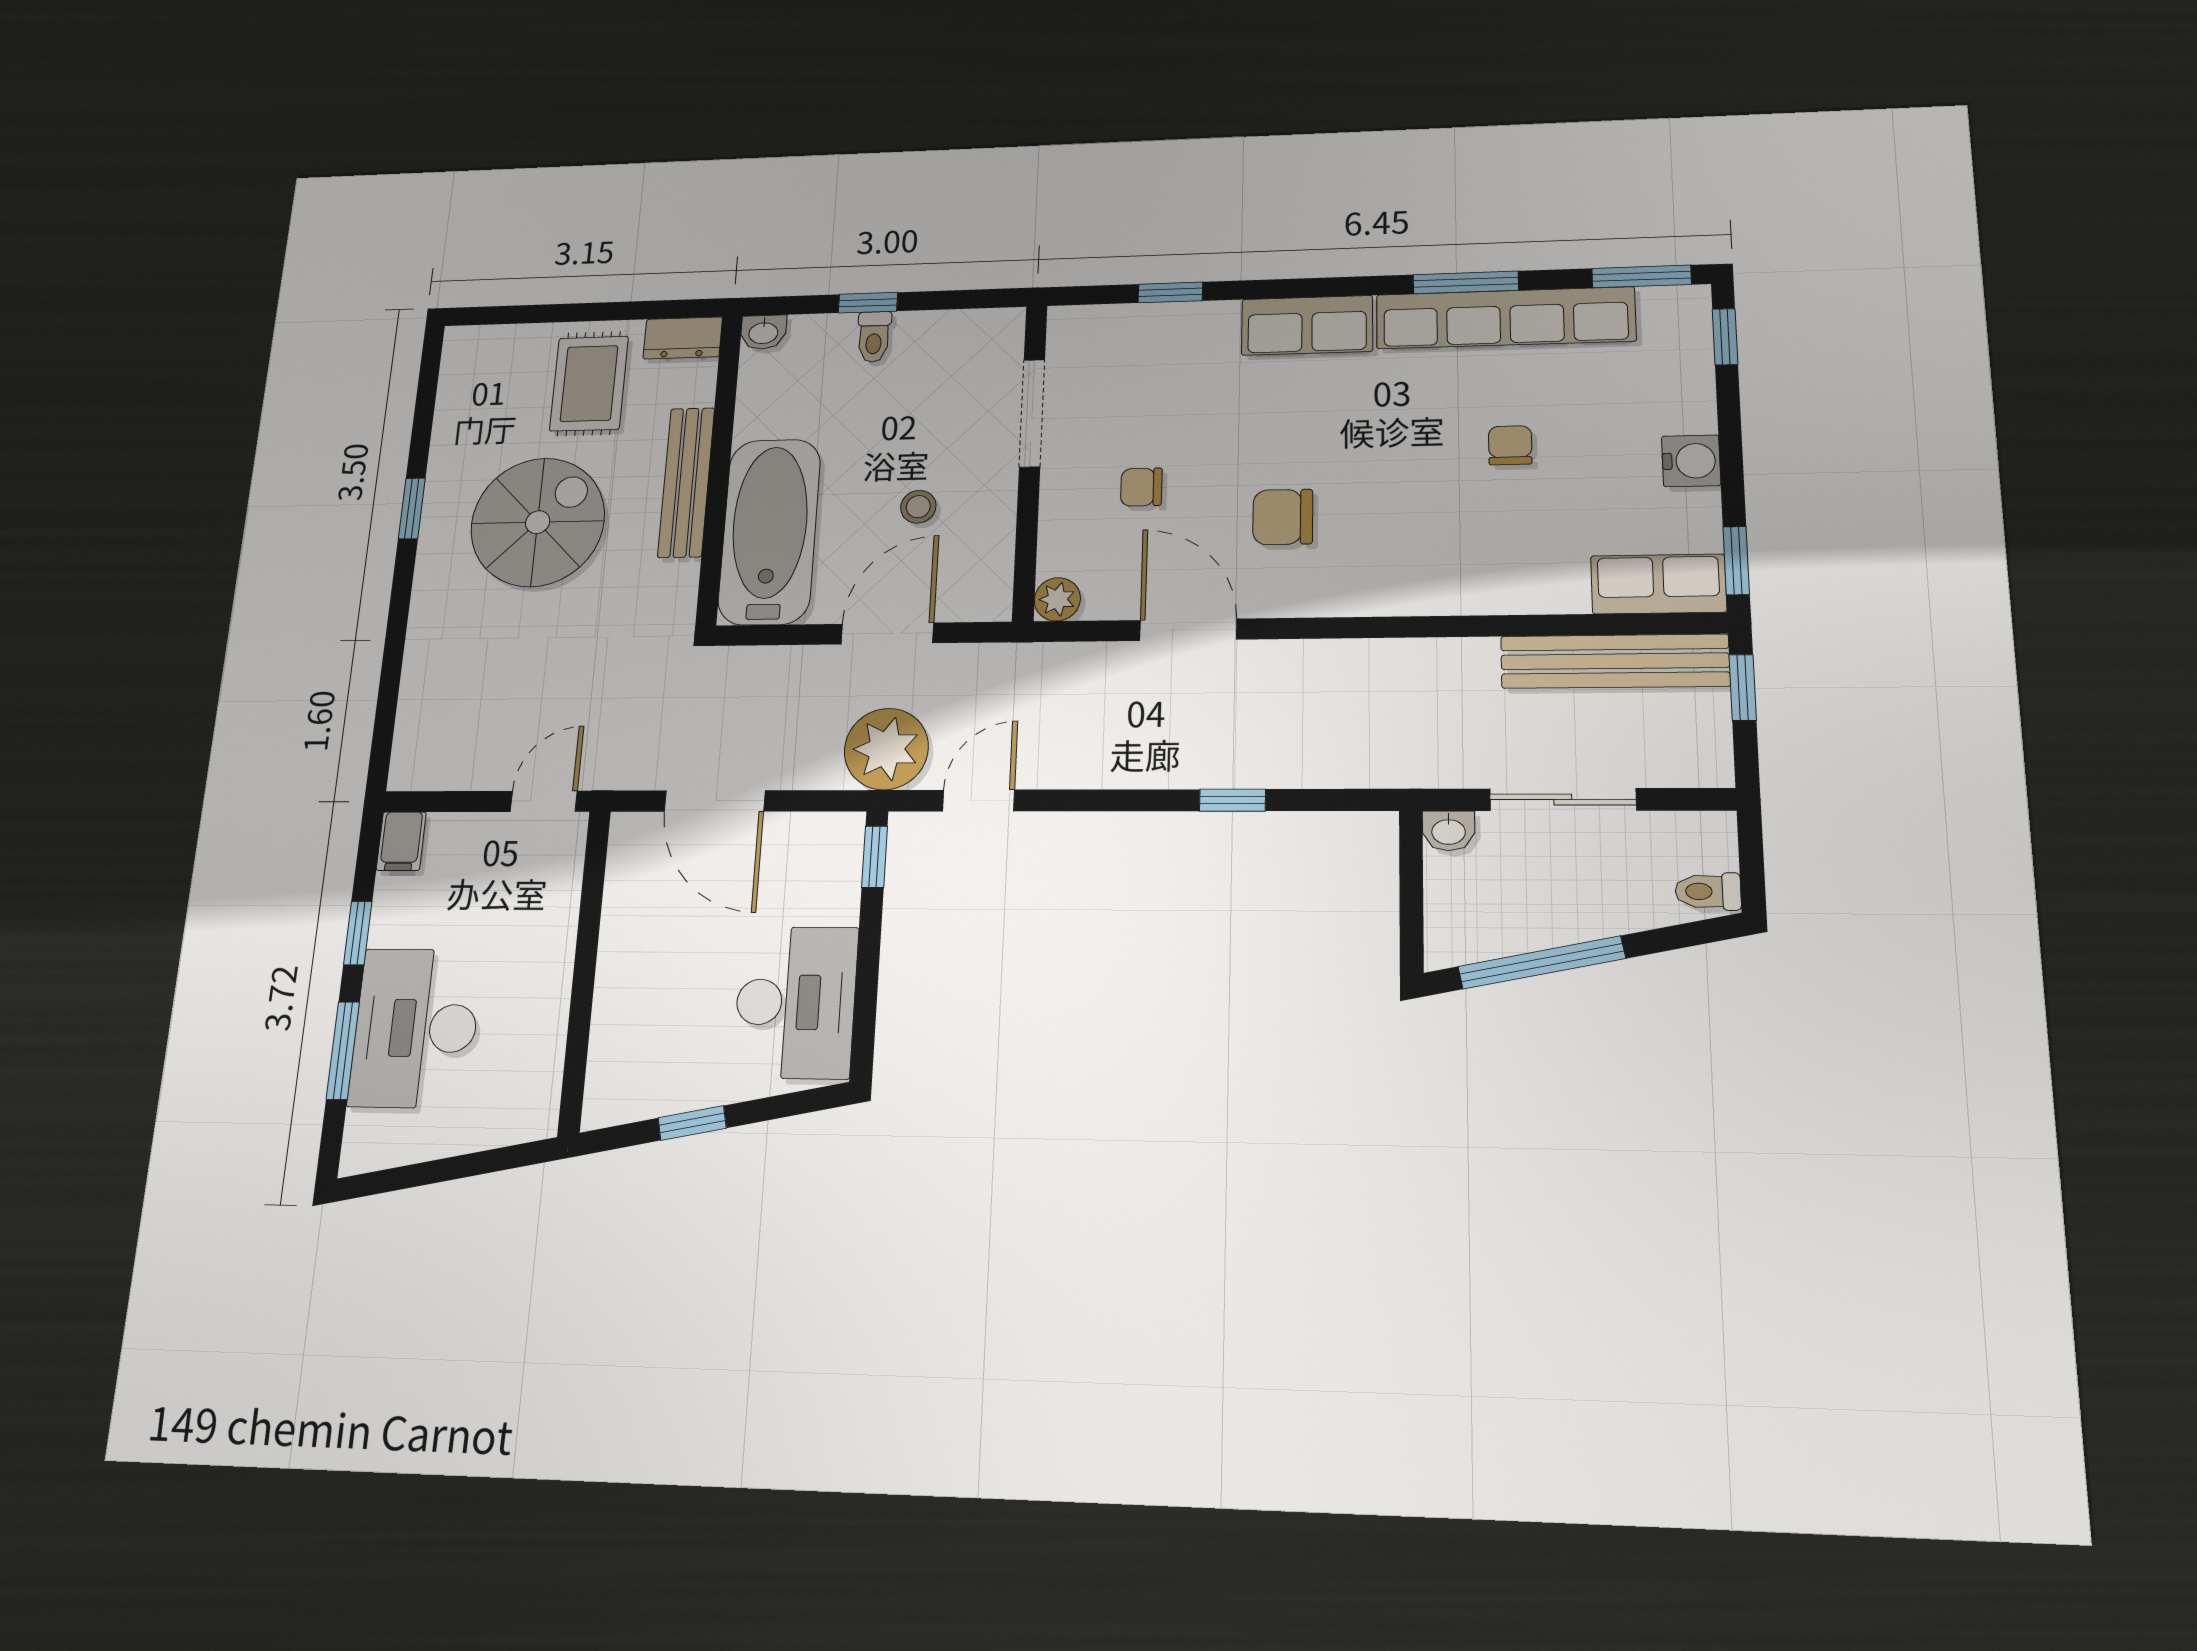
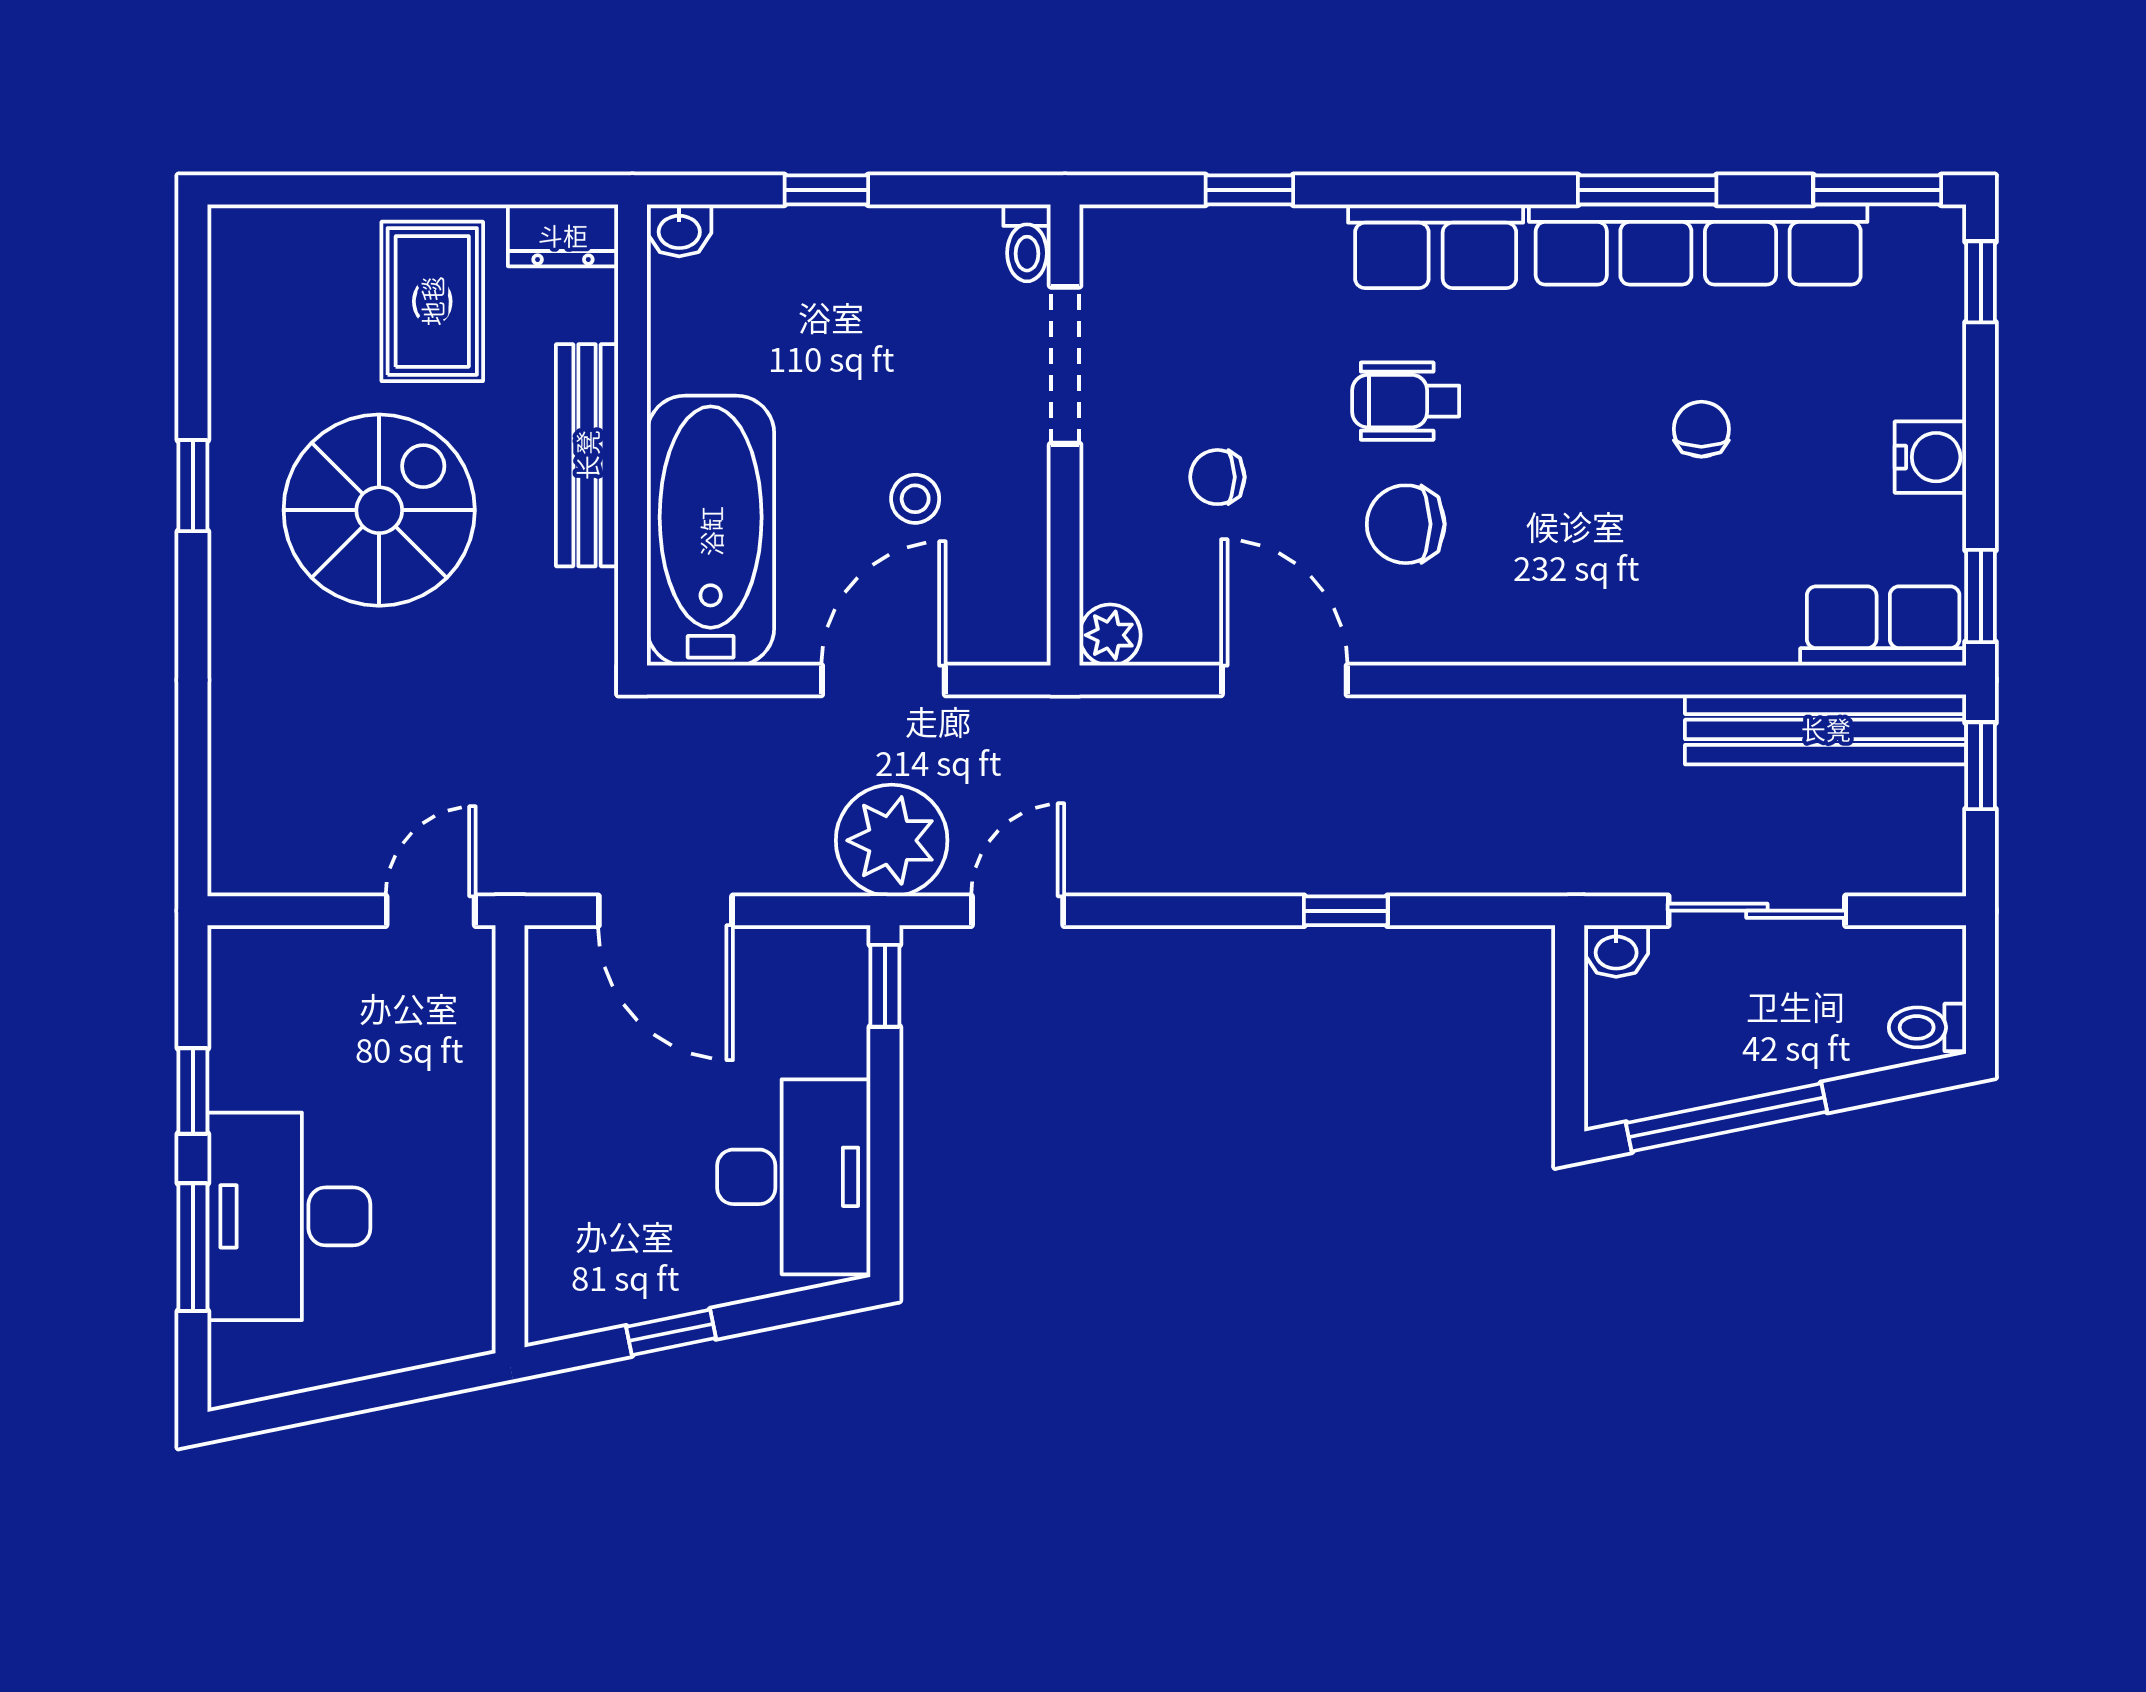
toilet: (874, 337) -> (1027, 243), moved
wheelchair: (1284, 431) -> (1406, 401), added
filing cabinet: (401, 841) -> (238, 966), removed

